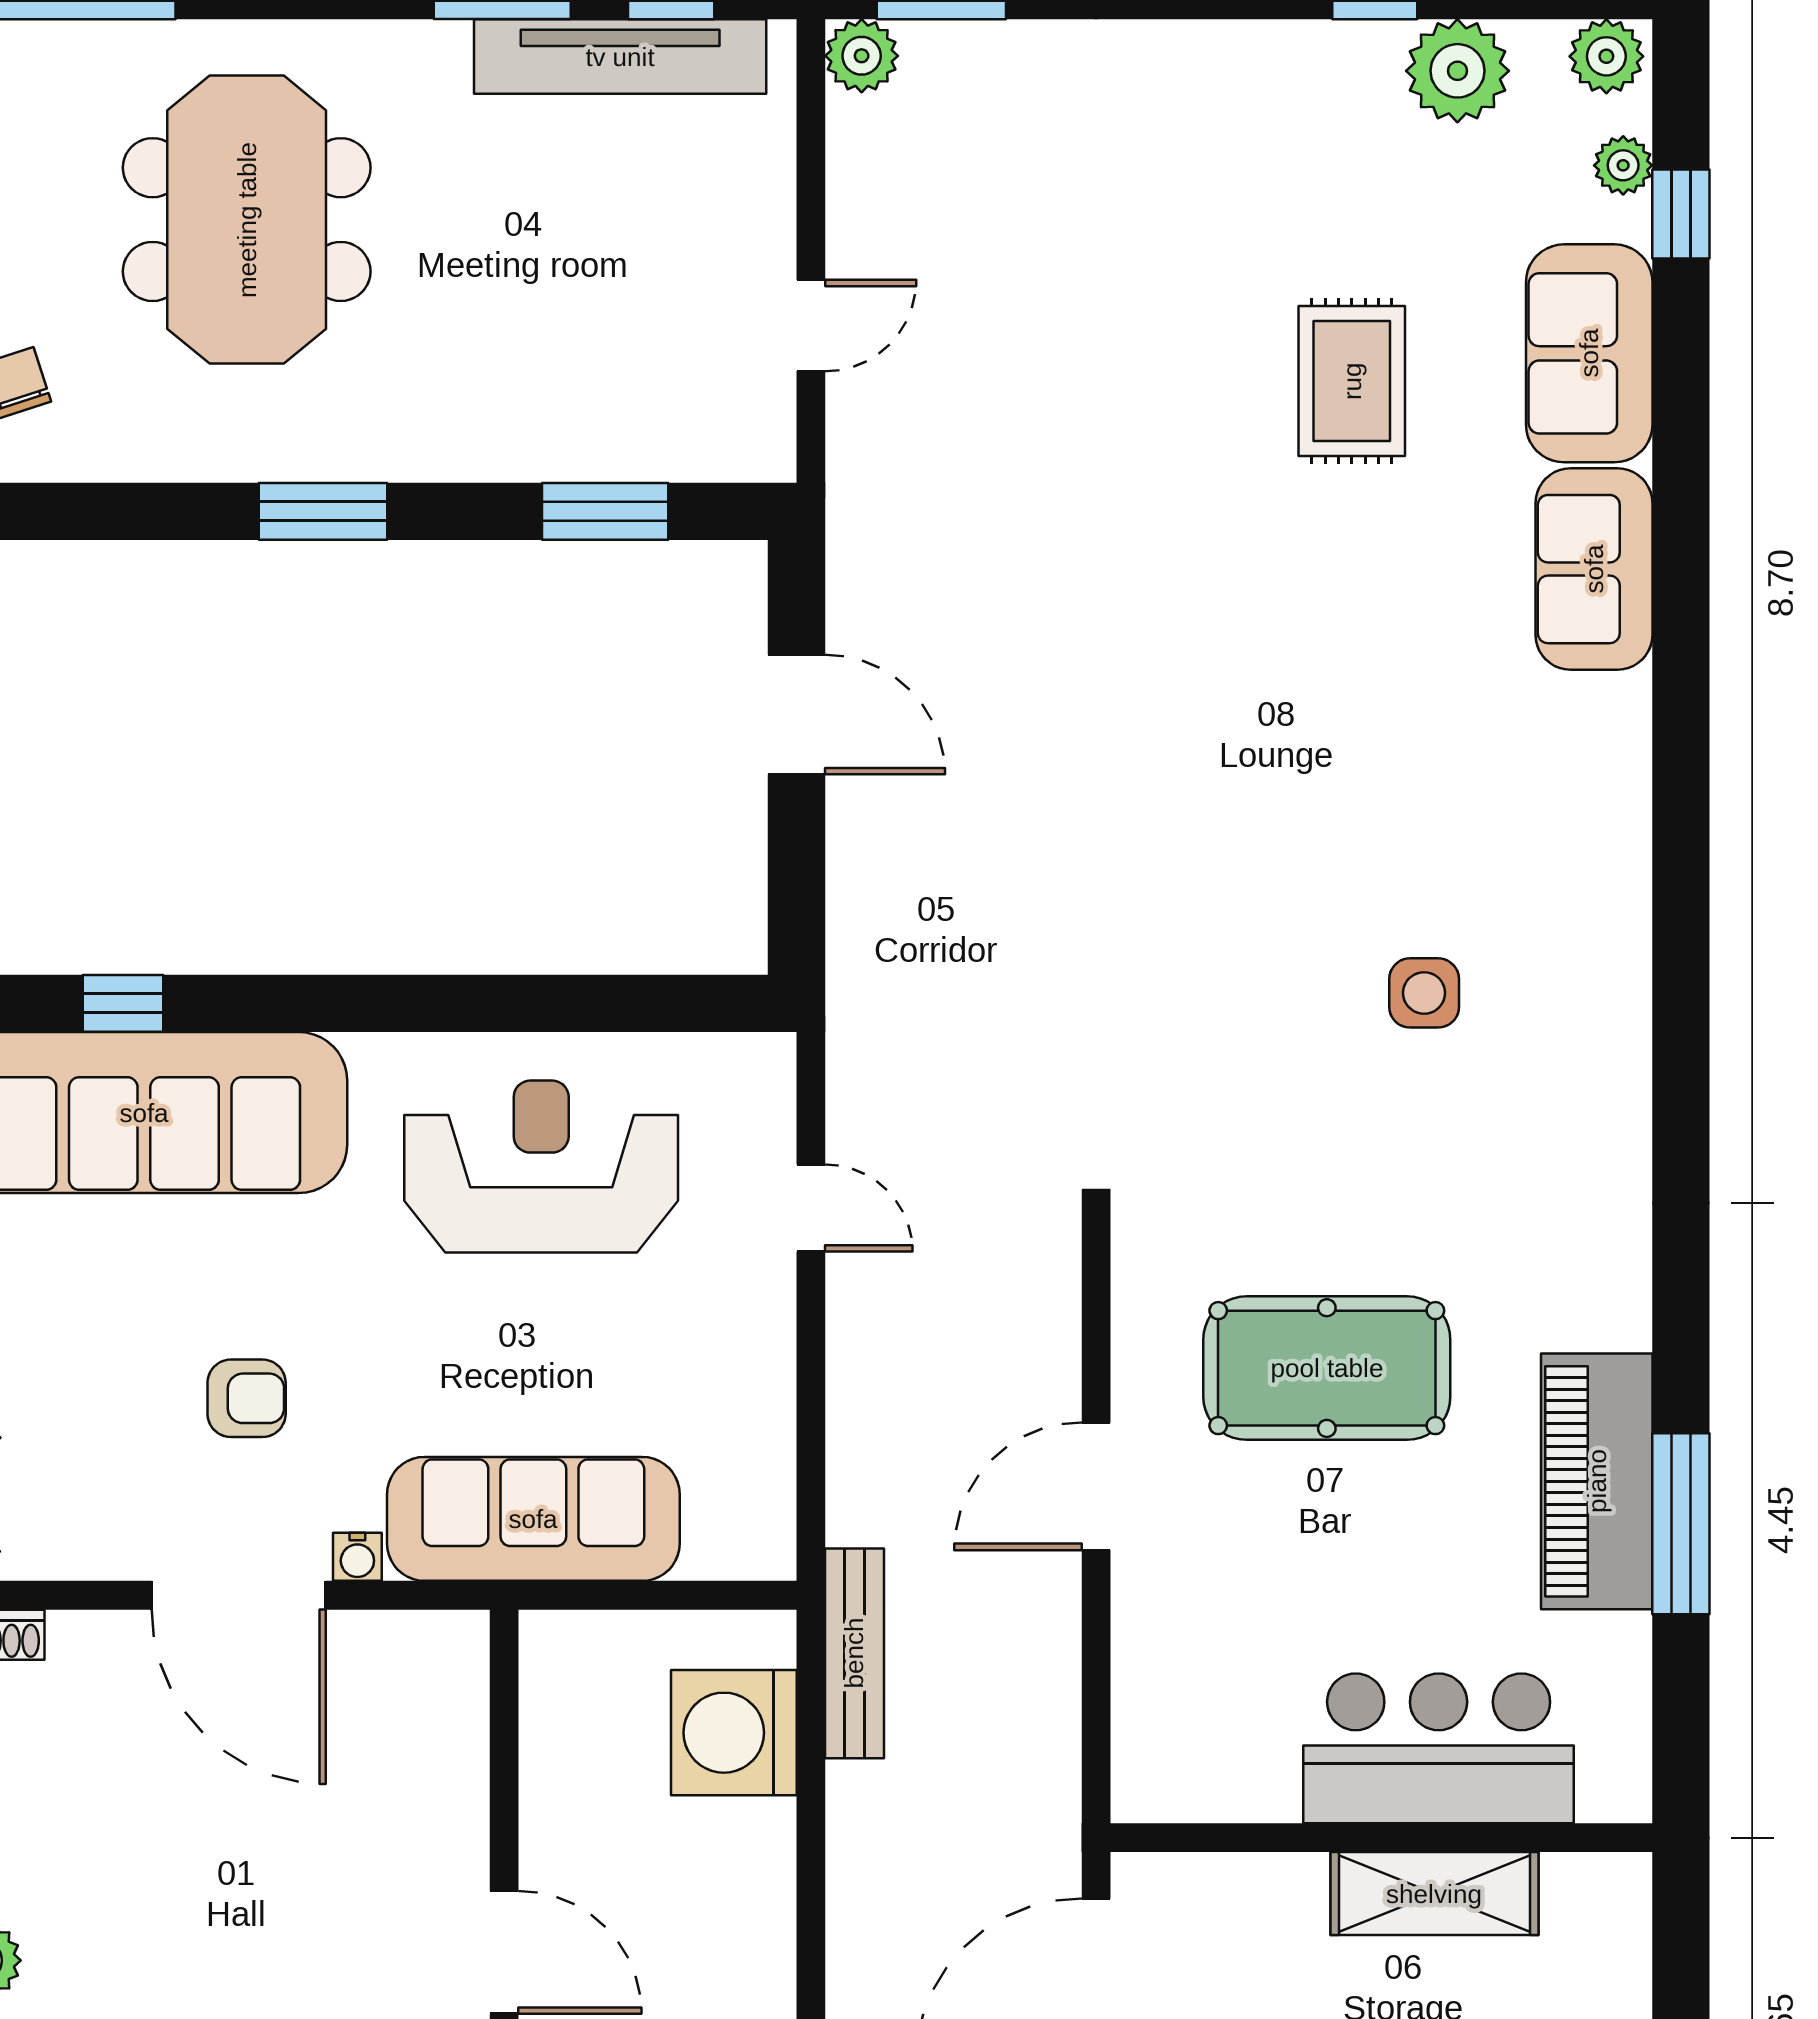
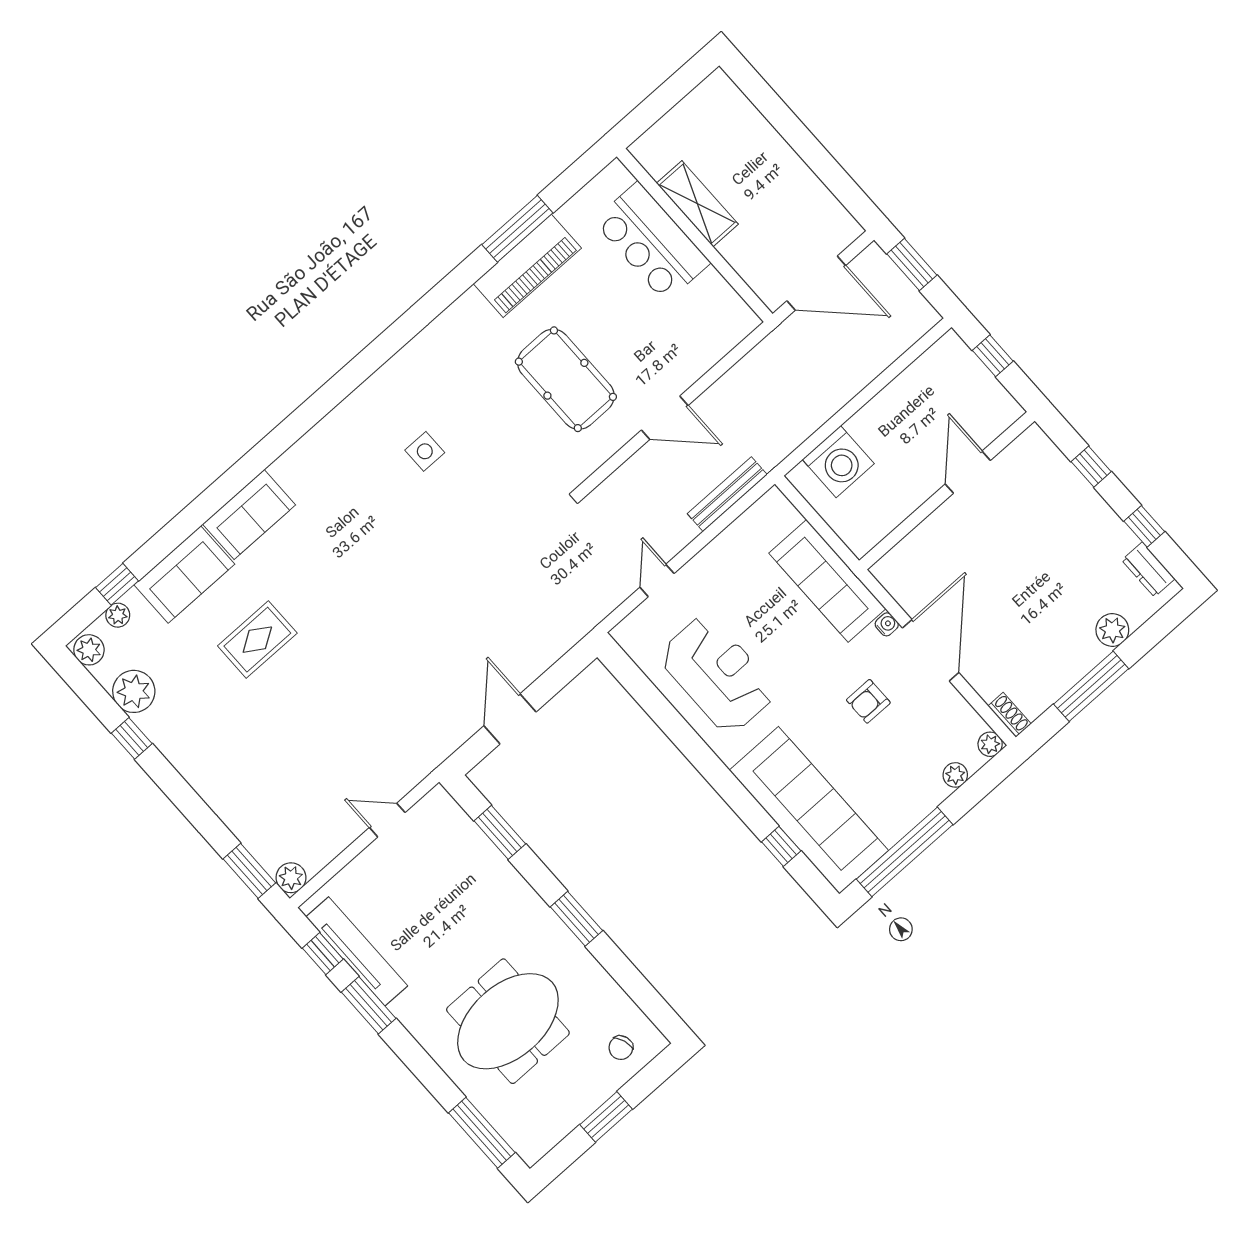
reception desk: (541, 1167) -> (718, 674), turned 180
armchair: (247, 1398) -> (868, 701), turned -90
bench: (854, 1653) -> (727, 494), moved

